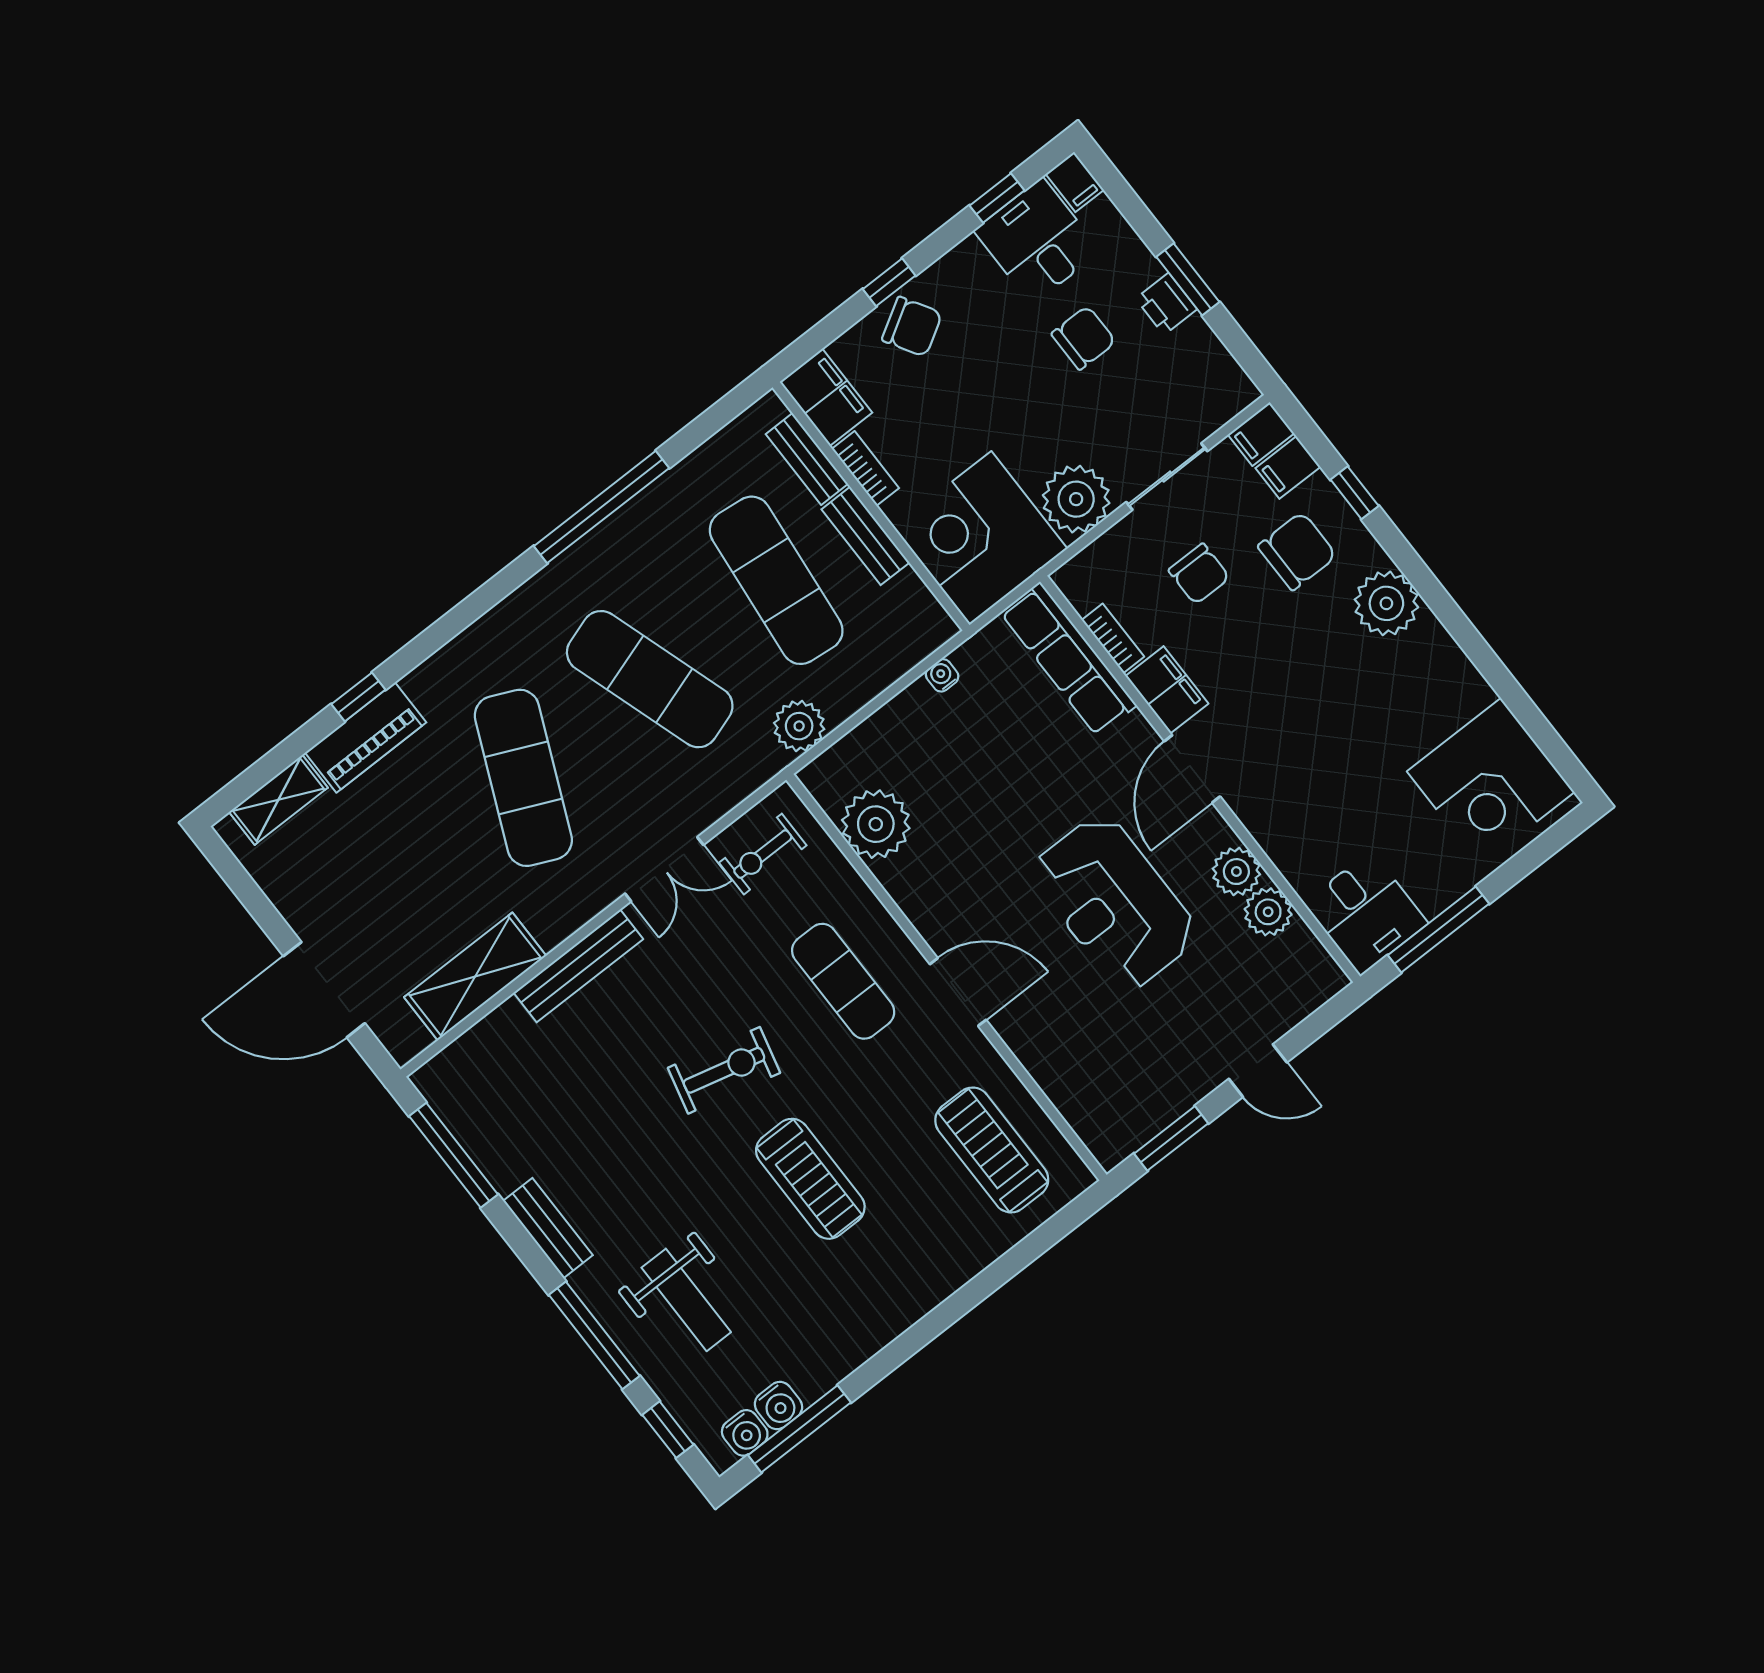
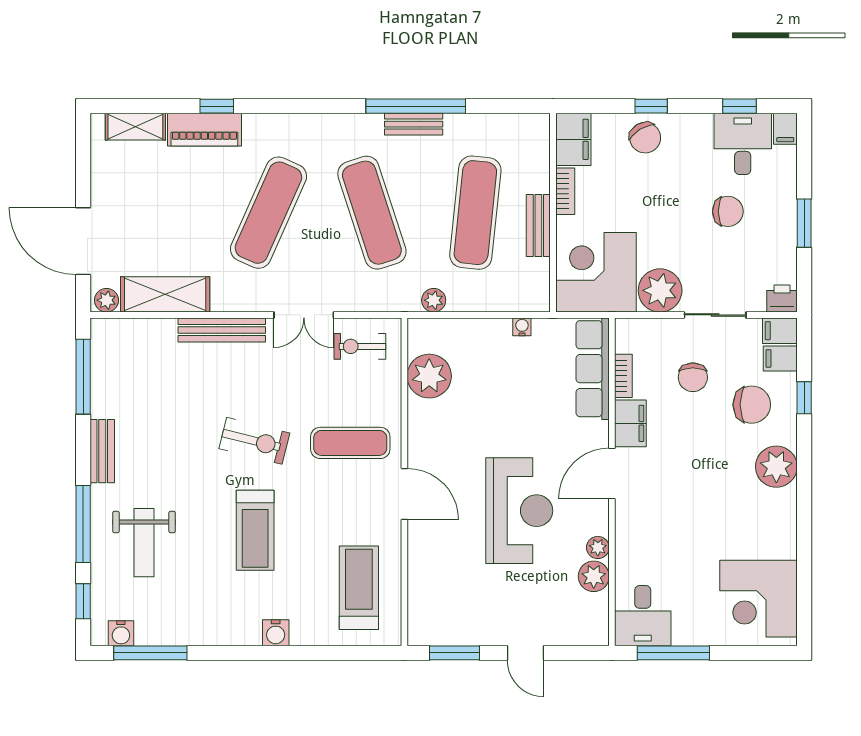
printer: (1166, 304) -> (782, 299), moved, turned 90
bench: (807, 459) -> (414, 124), moved, turned 90
plant: (799, 726) -> (434, 300), width x0.73, depth x0.73
plant: (1236, 872) -> (598, 547), width x0.73, depth x0.73
reception desk: (1114, 903) -> (519, 511), turned 180
exercise mat: (843, 981) -> (350, 443), turned 90
plant: (409, 1040) -> (107, 300), added
water cooler: (778, 1406) -> (276, 633), moved

